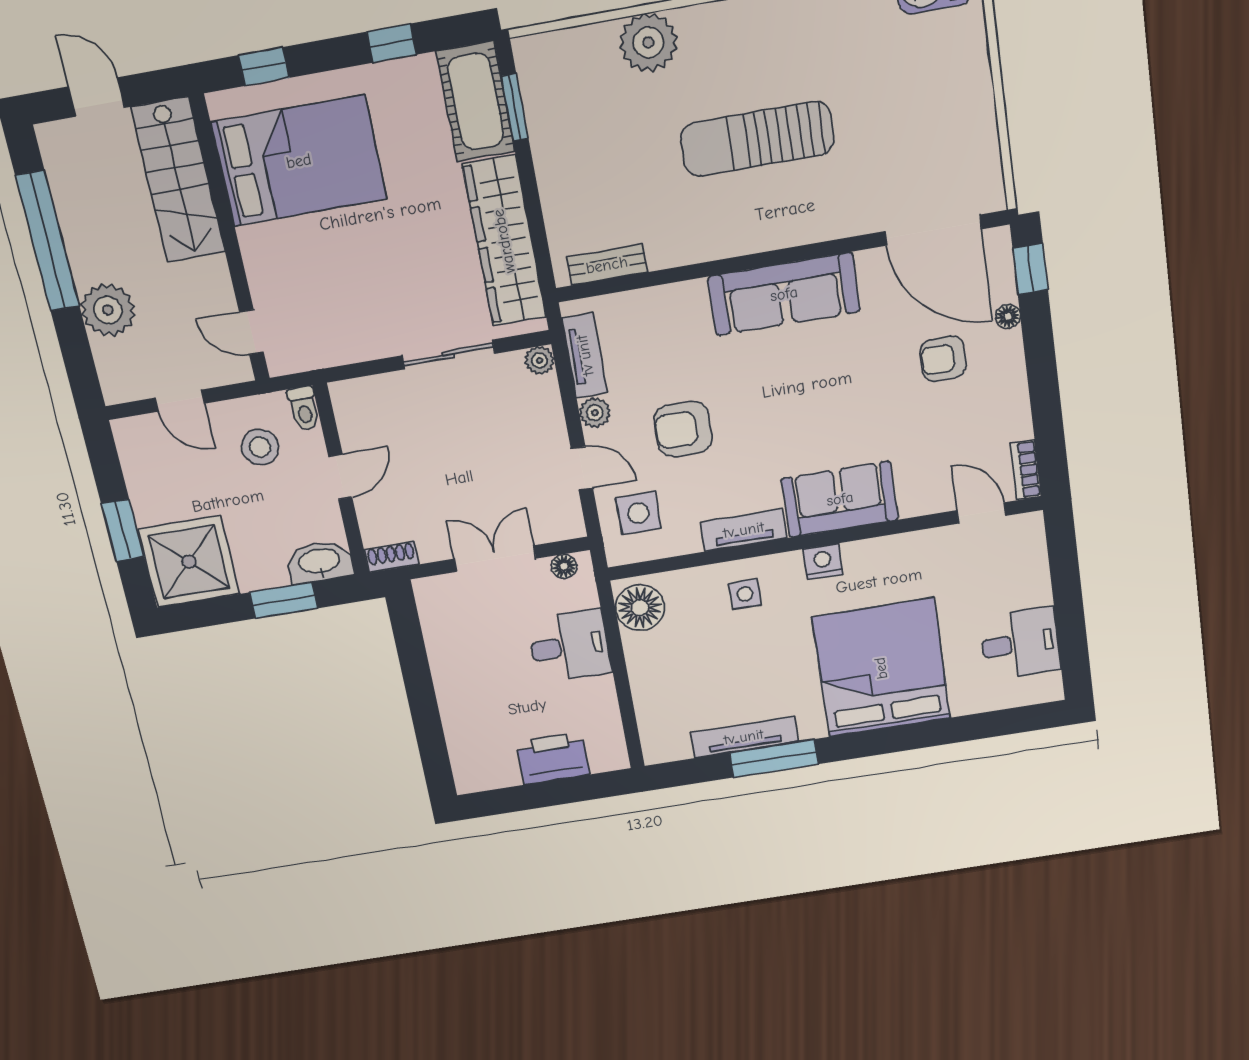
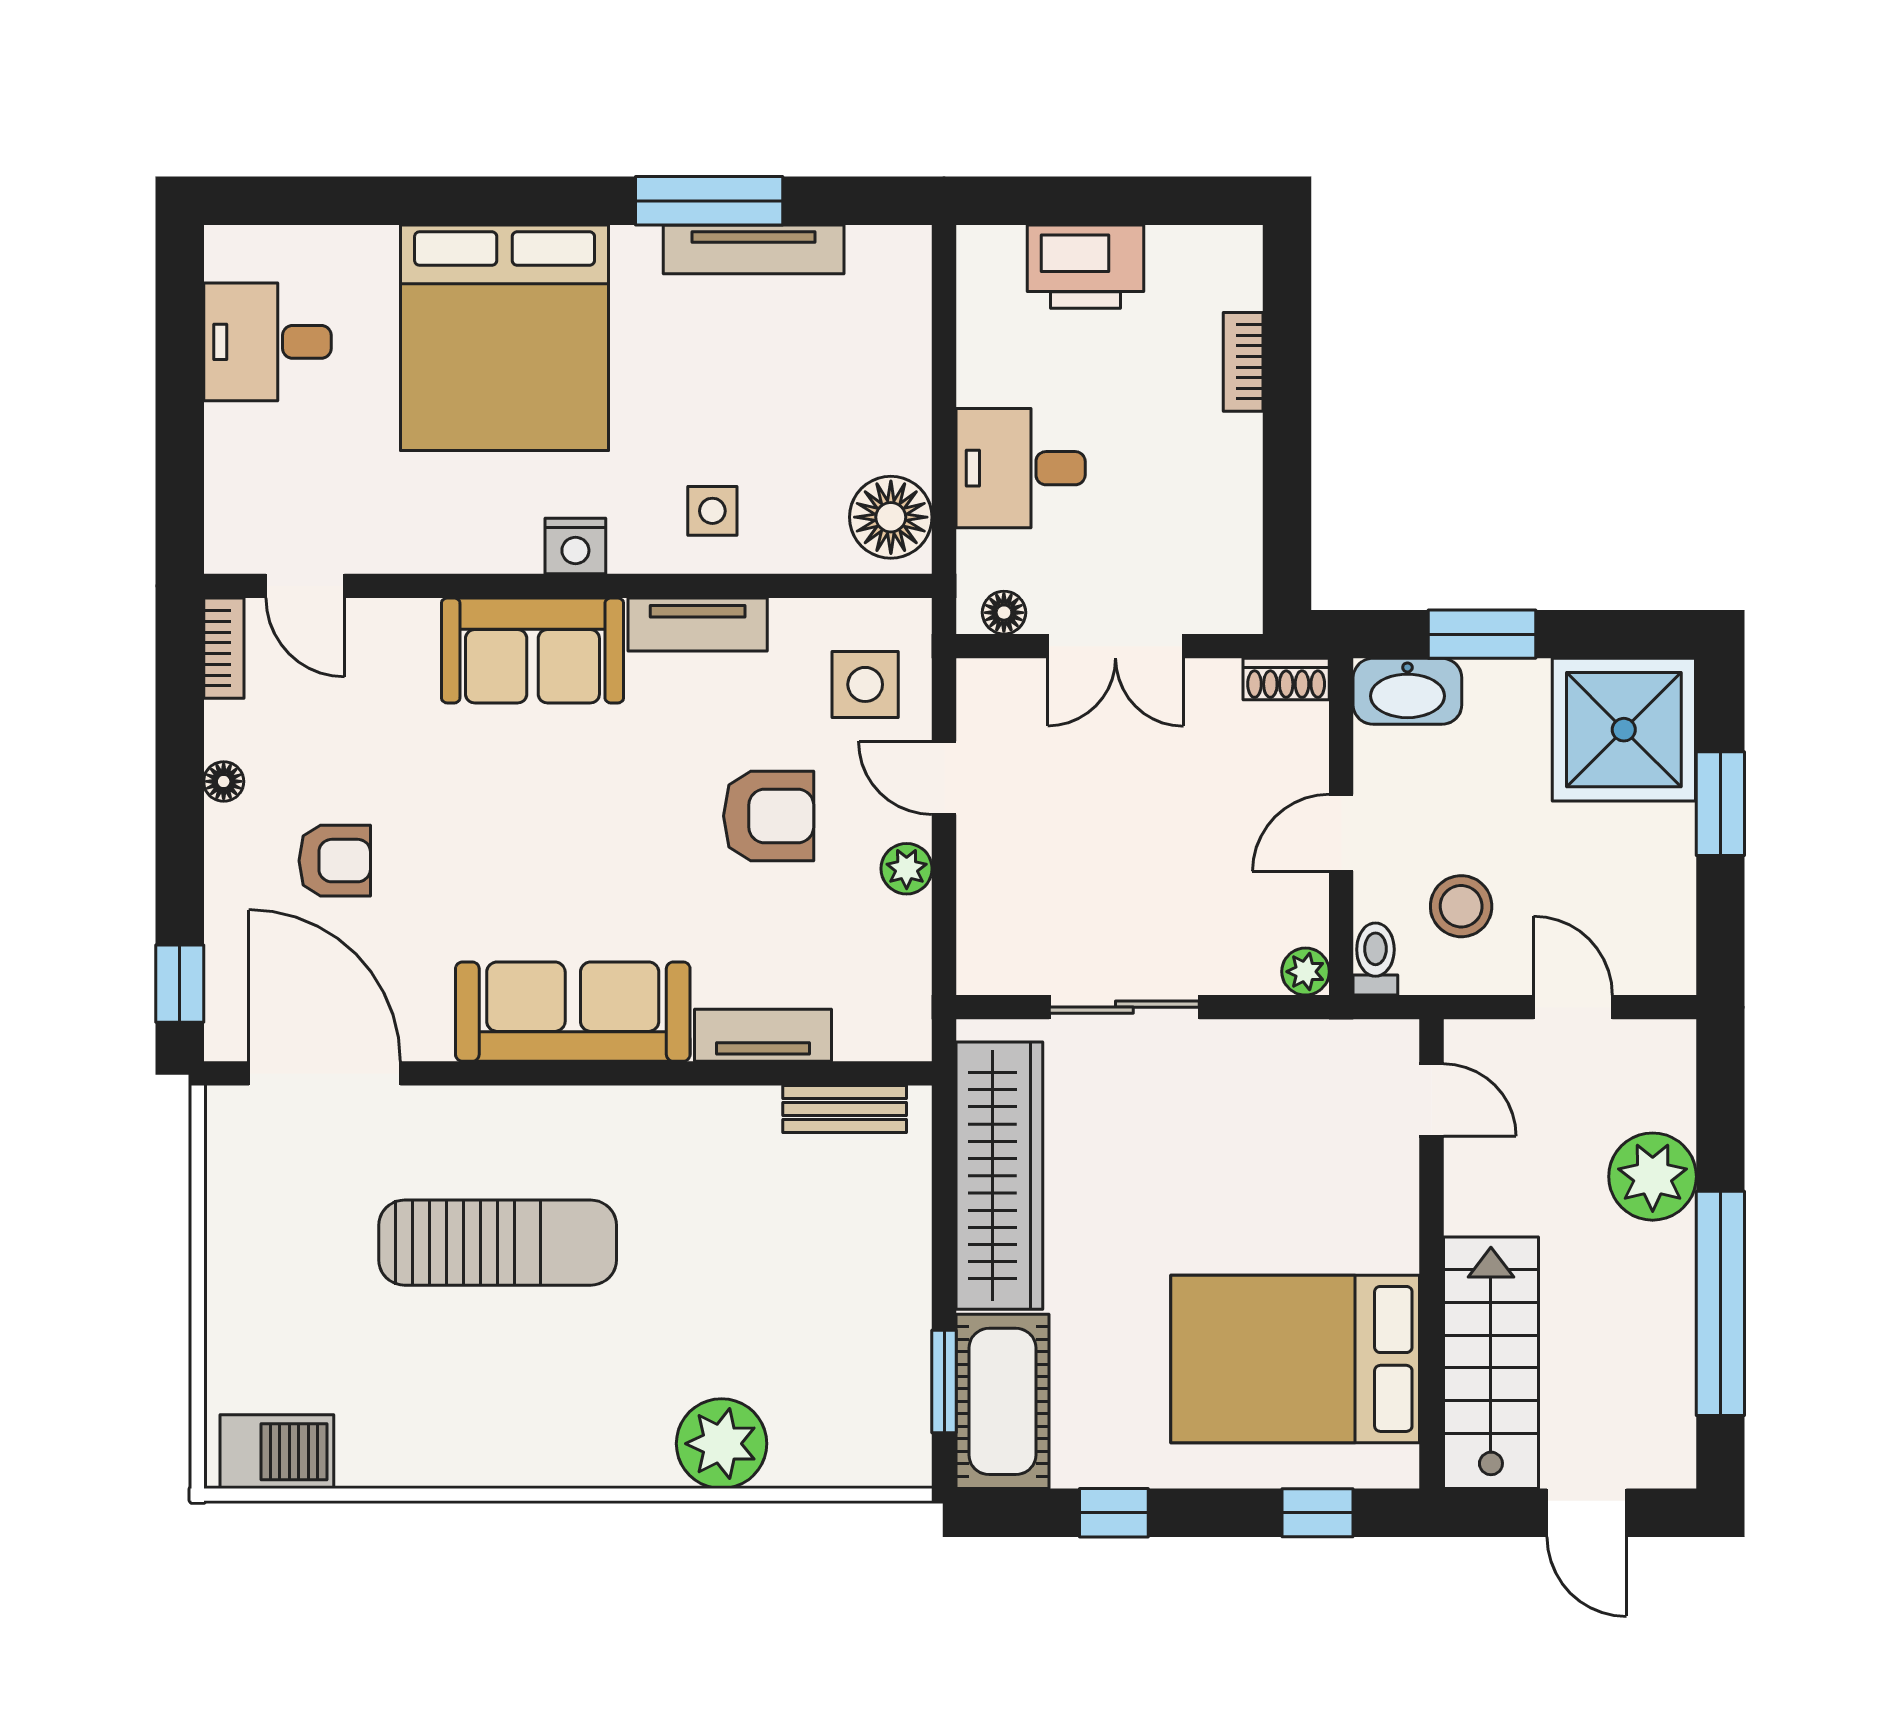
sun lounger: (757, 139) -> (498, 1243), moved
floor lamp: (1008, 316) -> (224, 781), moved
tv unit: (585, 355) -> (763, 1035), moved, turned 90
plant: (540, 360) -> (1306, 972), moved
bookcase: (453, 723) -> (1243, 362), added

